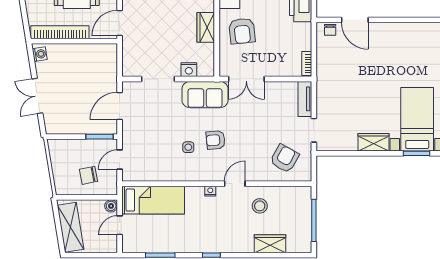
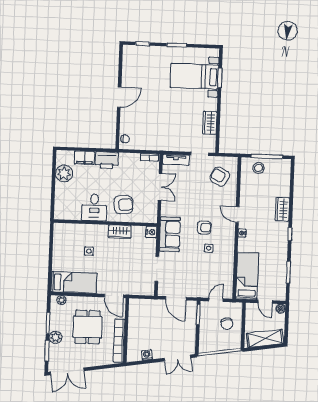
door: (355, 20) -> (119, 97), moved
washing machine: (40, 54) -> (147, 355), moved
nightstand: (189, 70) -> (151, 232), moved
double door: (246, 79) -> (160, 187), moved
double door: (37, 96) -> (177, 358), moved
armchair: (216, 140) -> (204, 228), turned -85
wardrobe: (374, 142) -> (210, 123), moved
door: (120, 160) -> (216, 300), swing flipped
boiler: (111, 206) -> (281, 309), moved
stool: (260, 206) -> (259, 168), moved
wardrobe: (270, 244) -> (282, 209), moved

